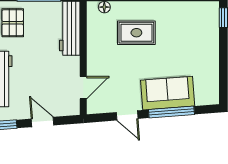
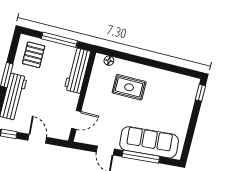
sofa: (168, 93) -> (149, 142), width x1.36

